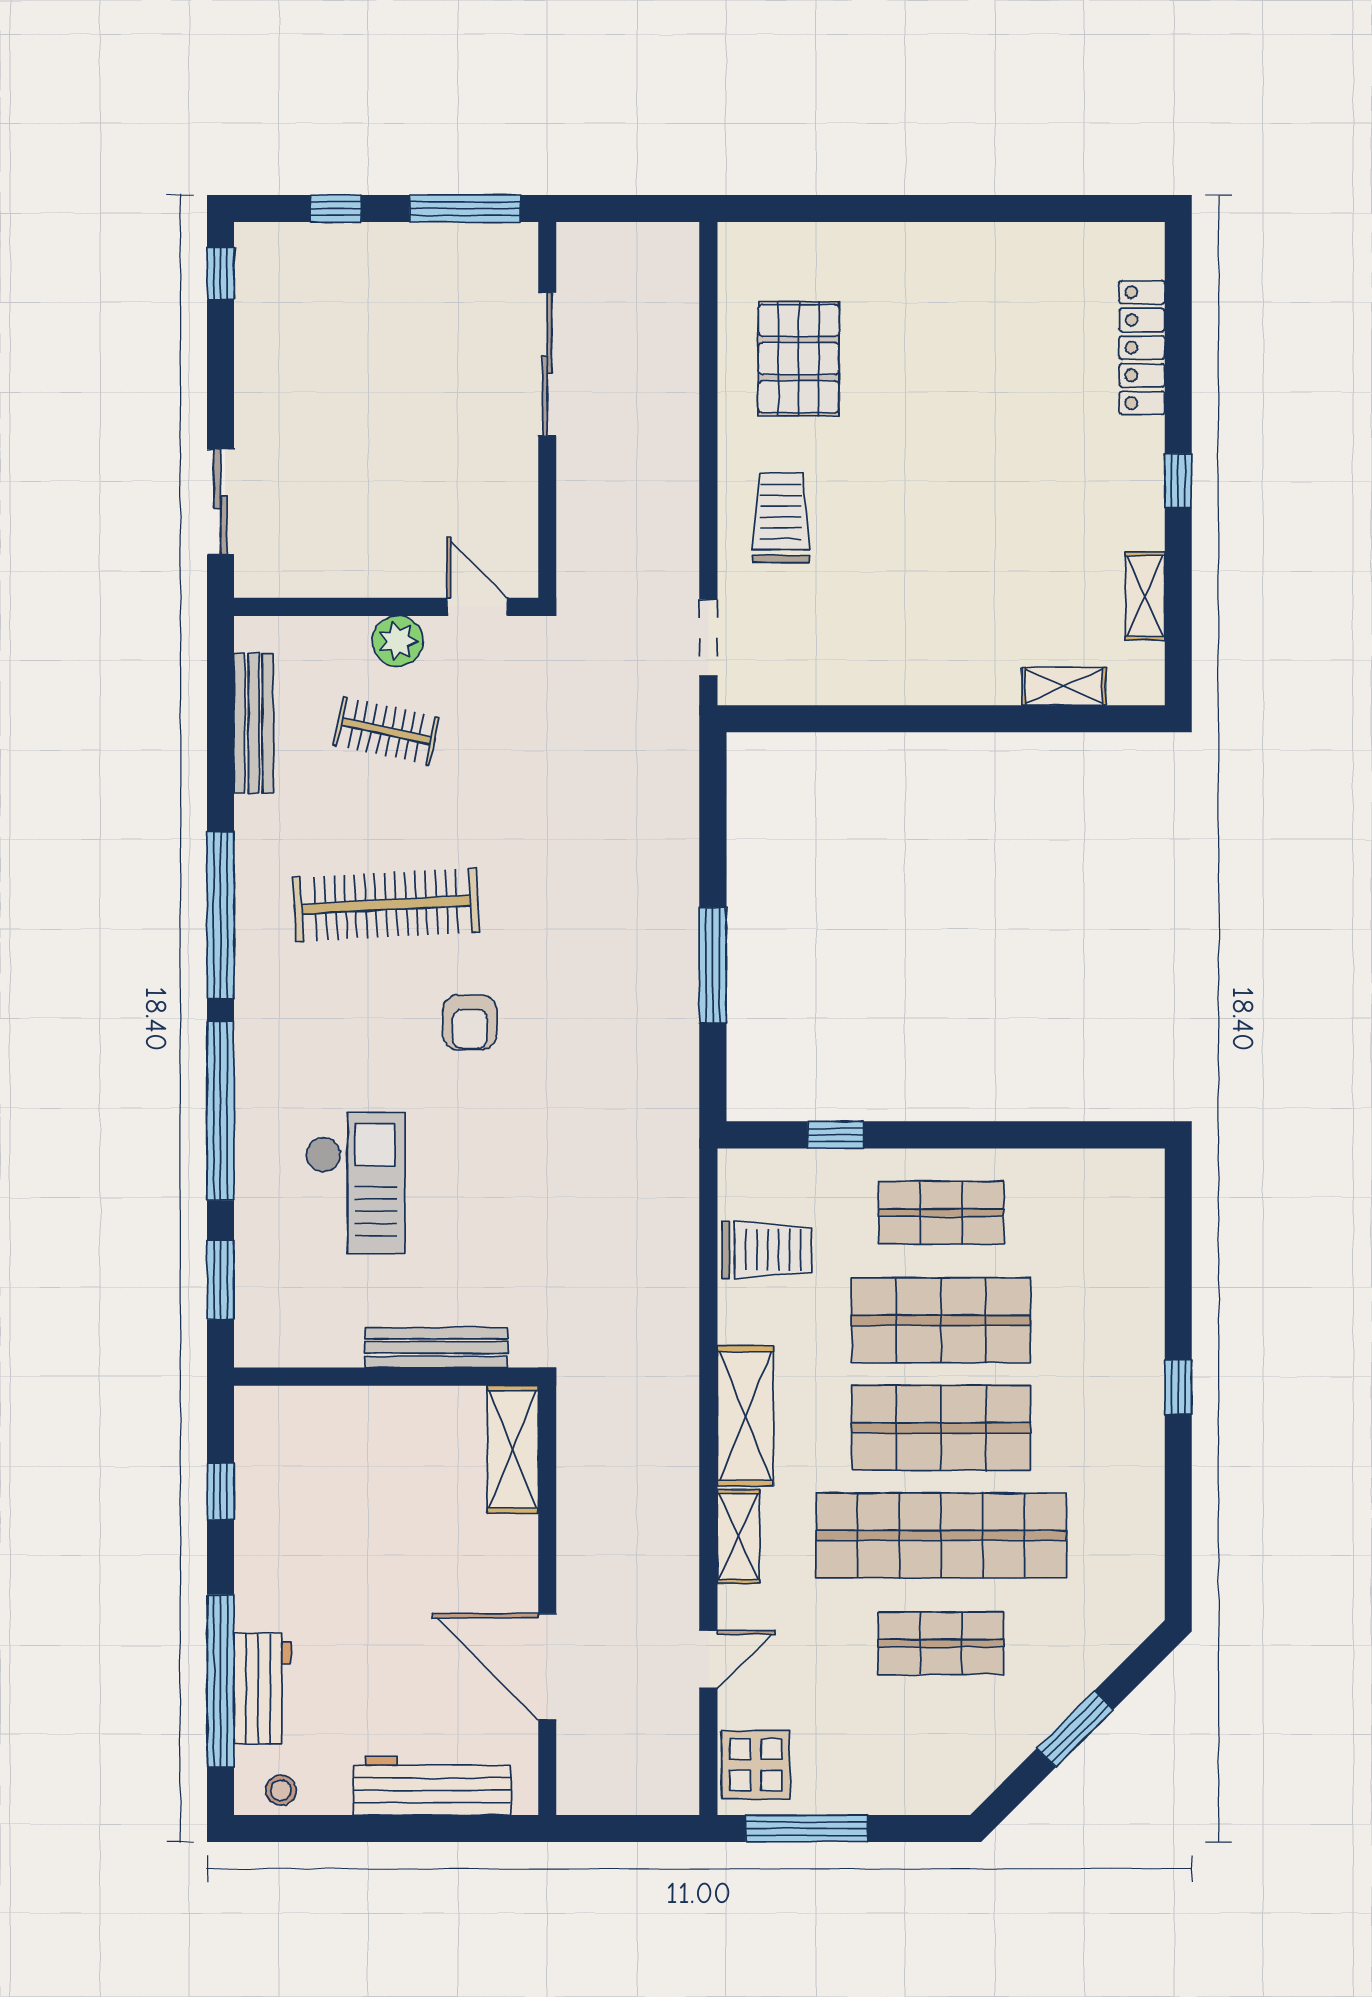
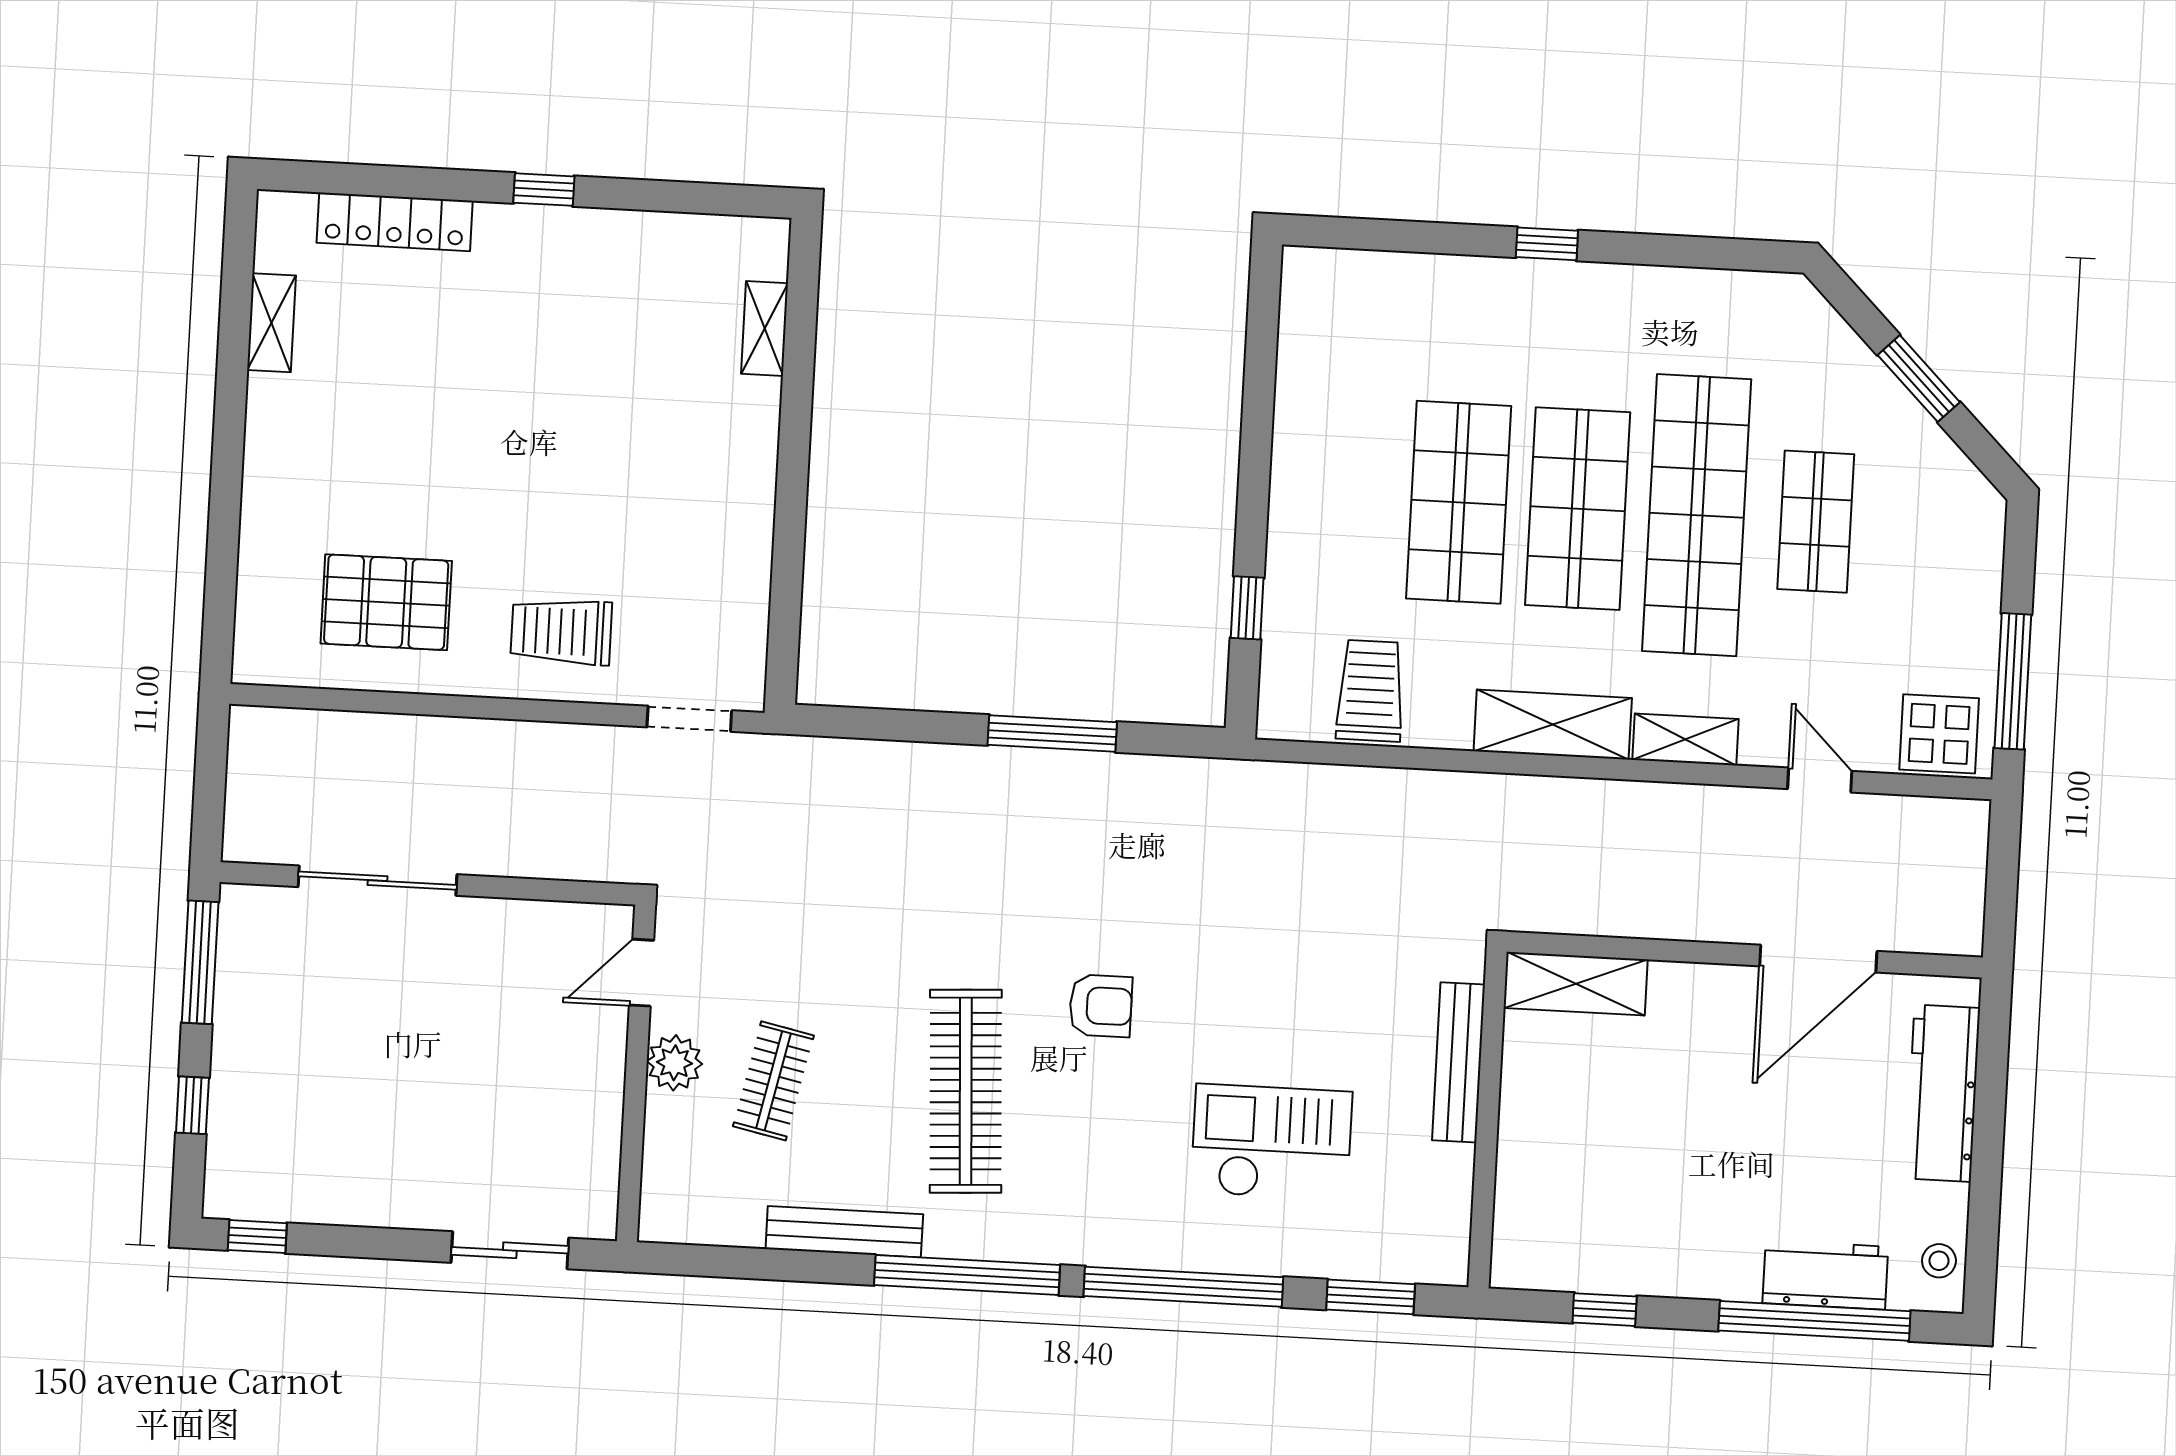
shelving: (1145, 596) -> (272, 323), moved, turned 90
bench: (254, 723) -> (844, 1232), moved
shop shelf: (941, 1213) -> (1340, 496), removed

